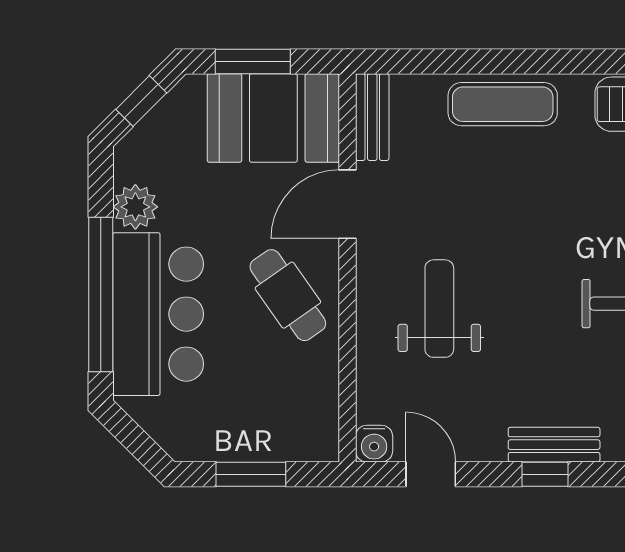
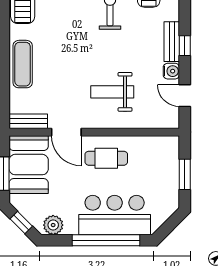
plant: (135, 207) -> (53, 225), moved
cafe table: (288, 295) -> (106, 158), turned 35
water cooler: (374, 444) -> (171, 71), moved
door: (431, 474) -> (185, 96), hinge flipped

